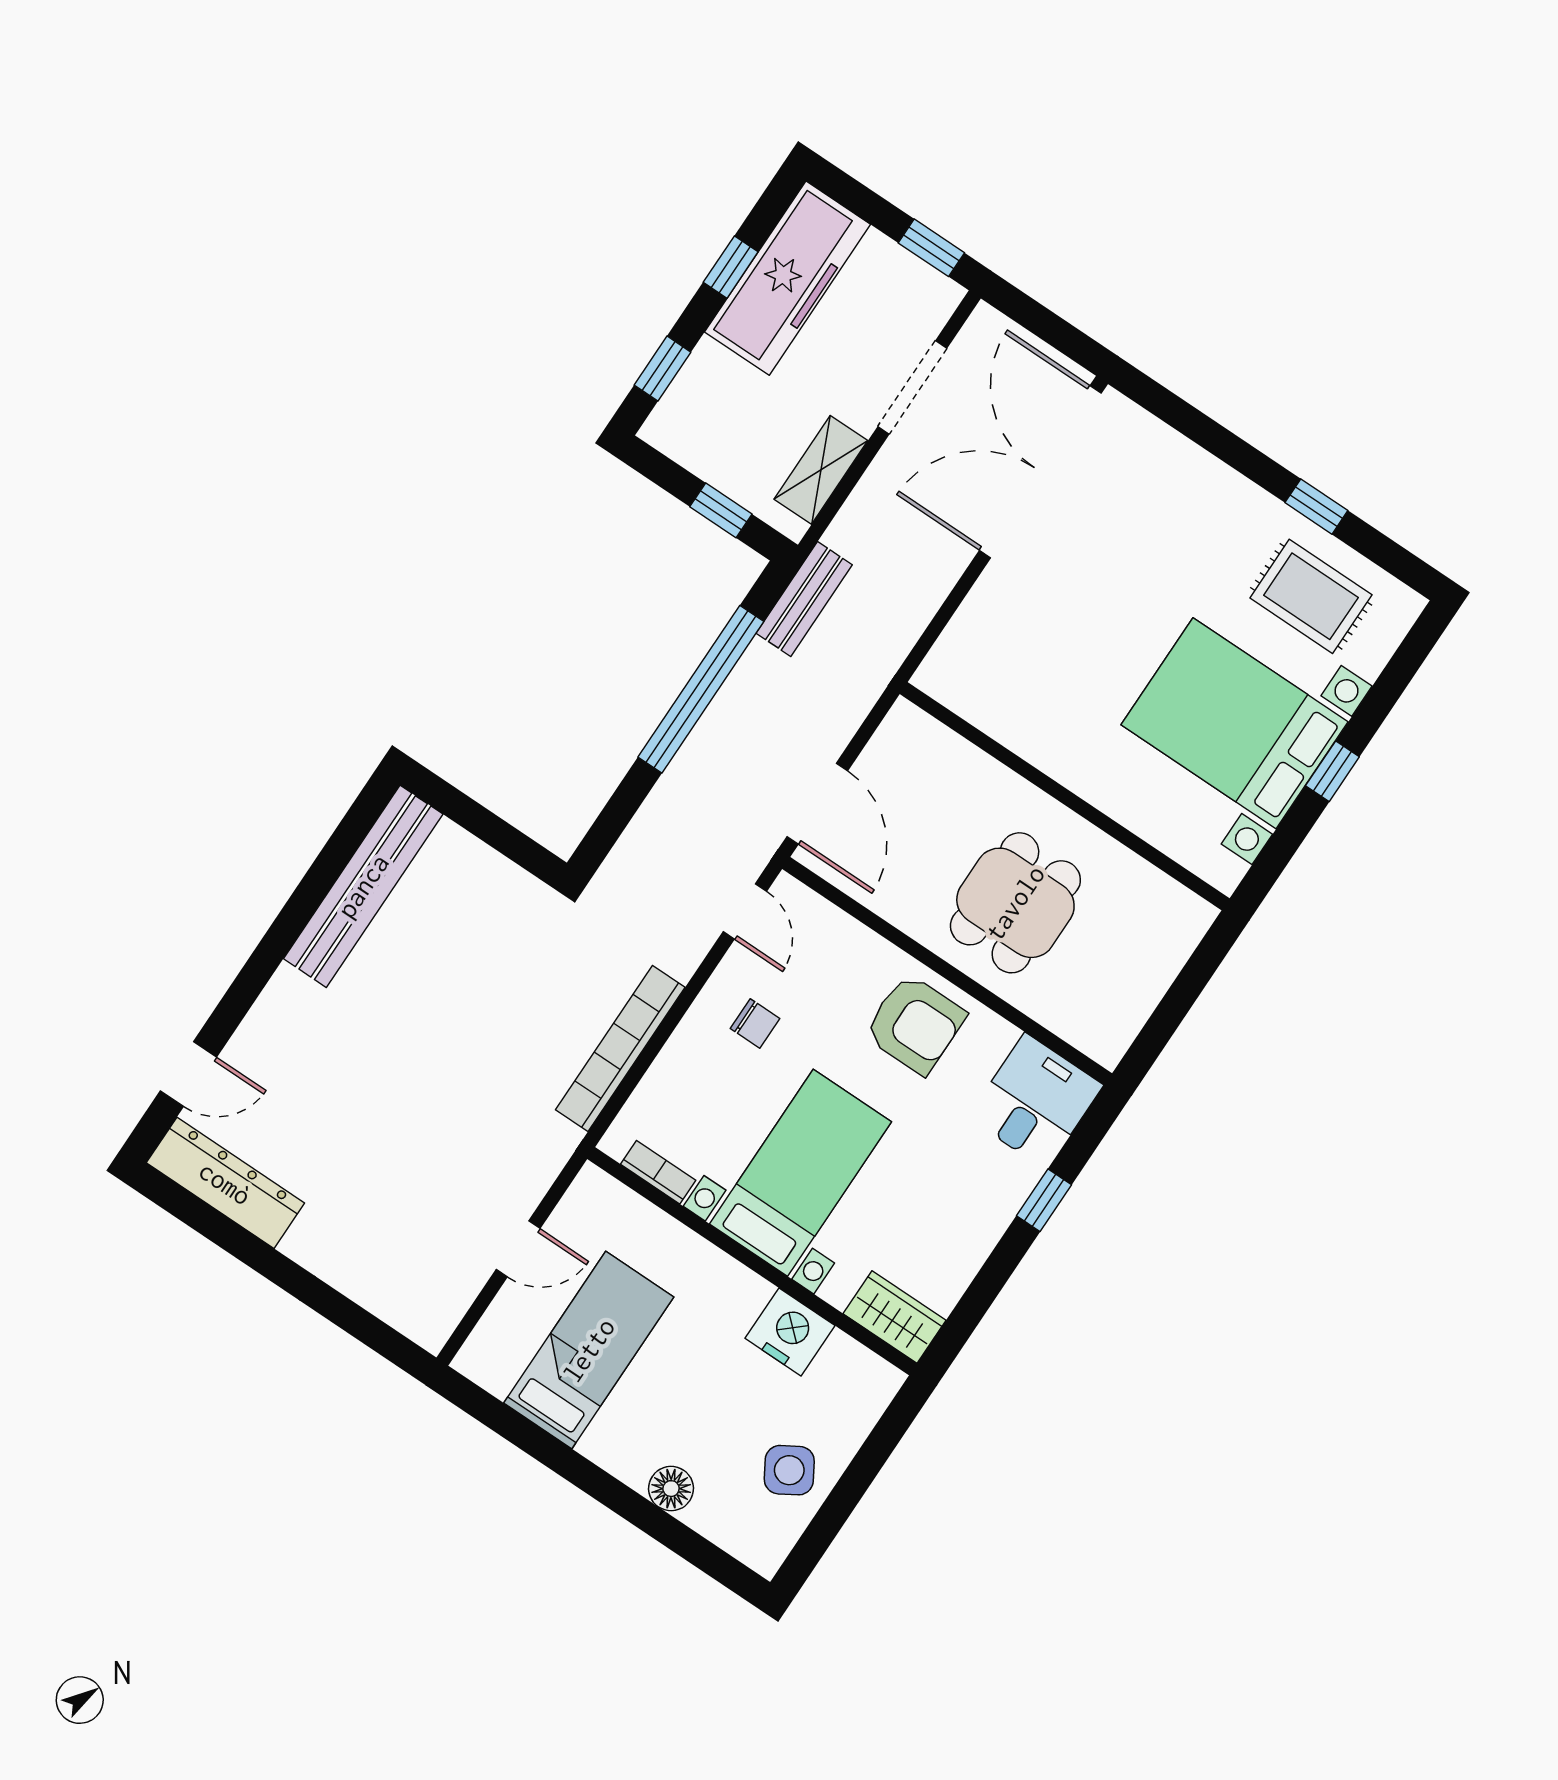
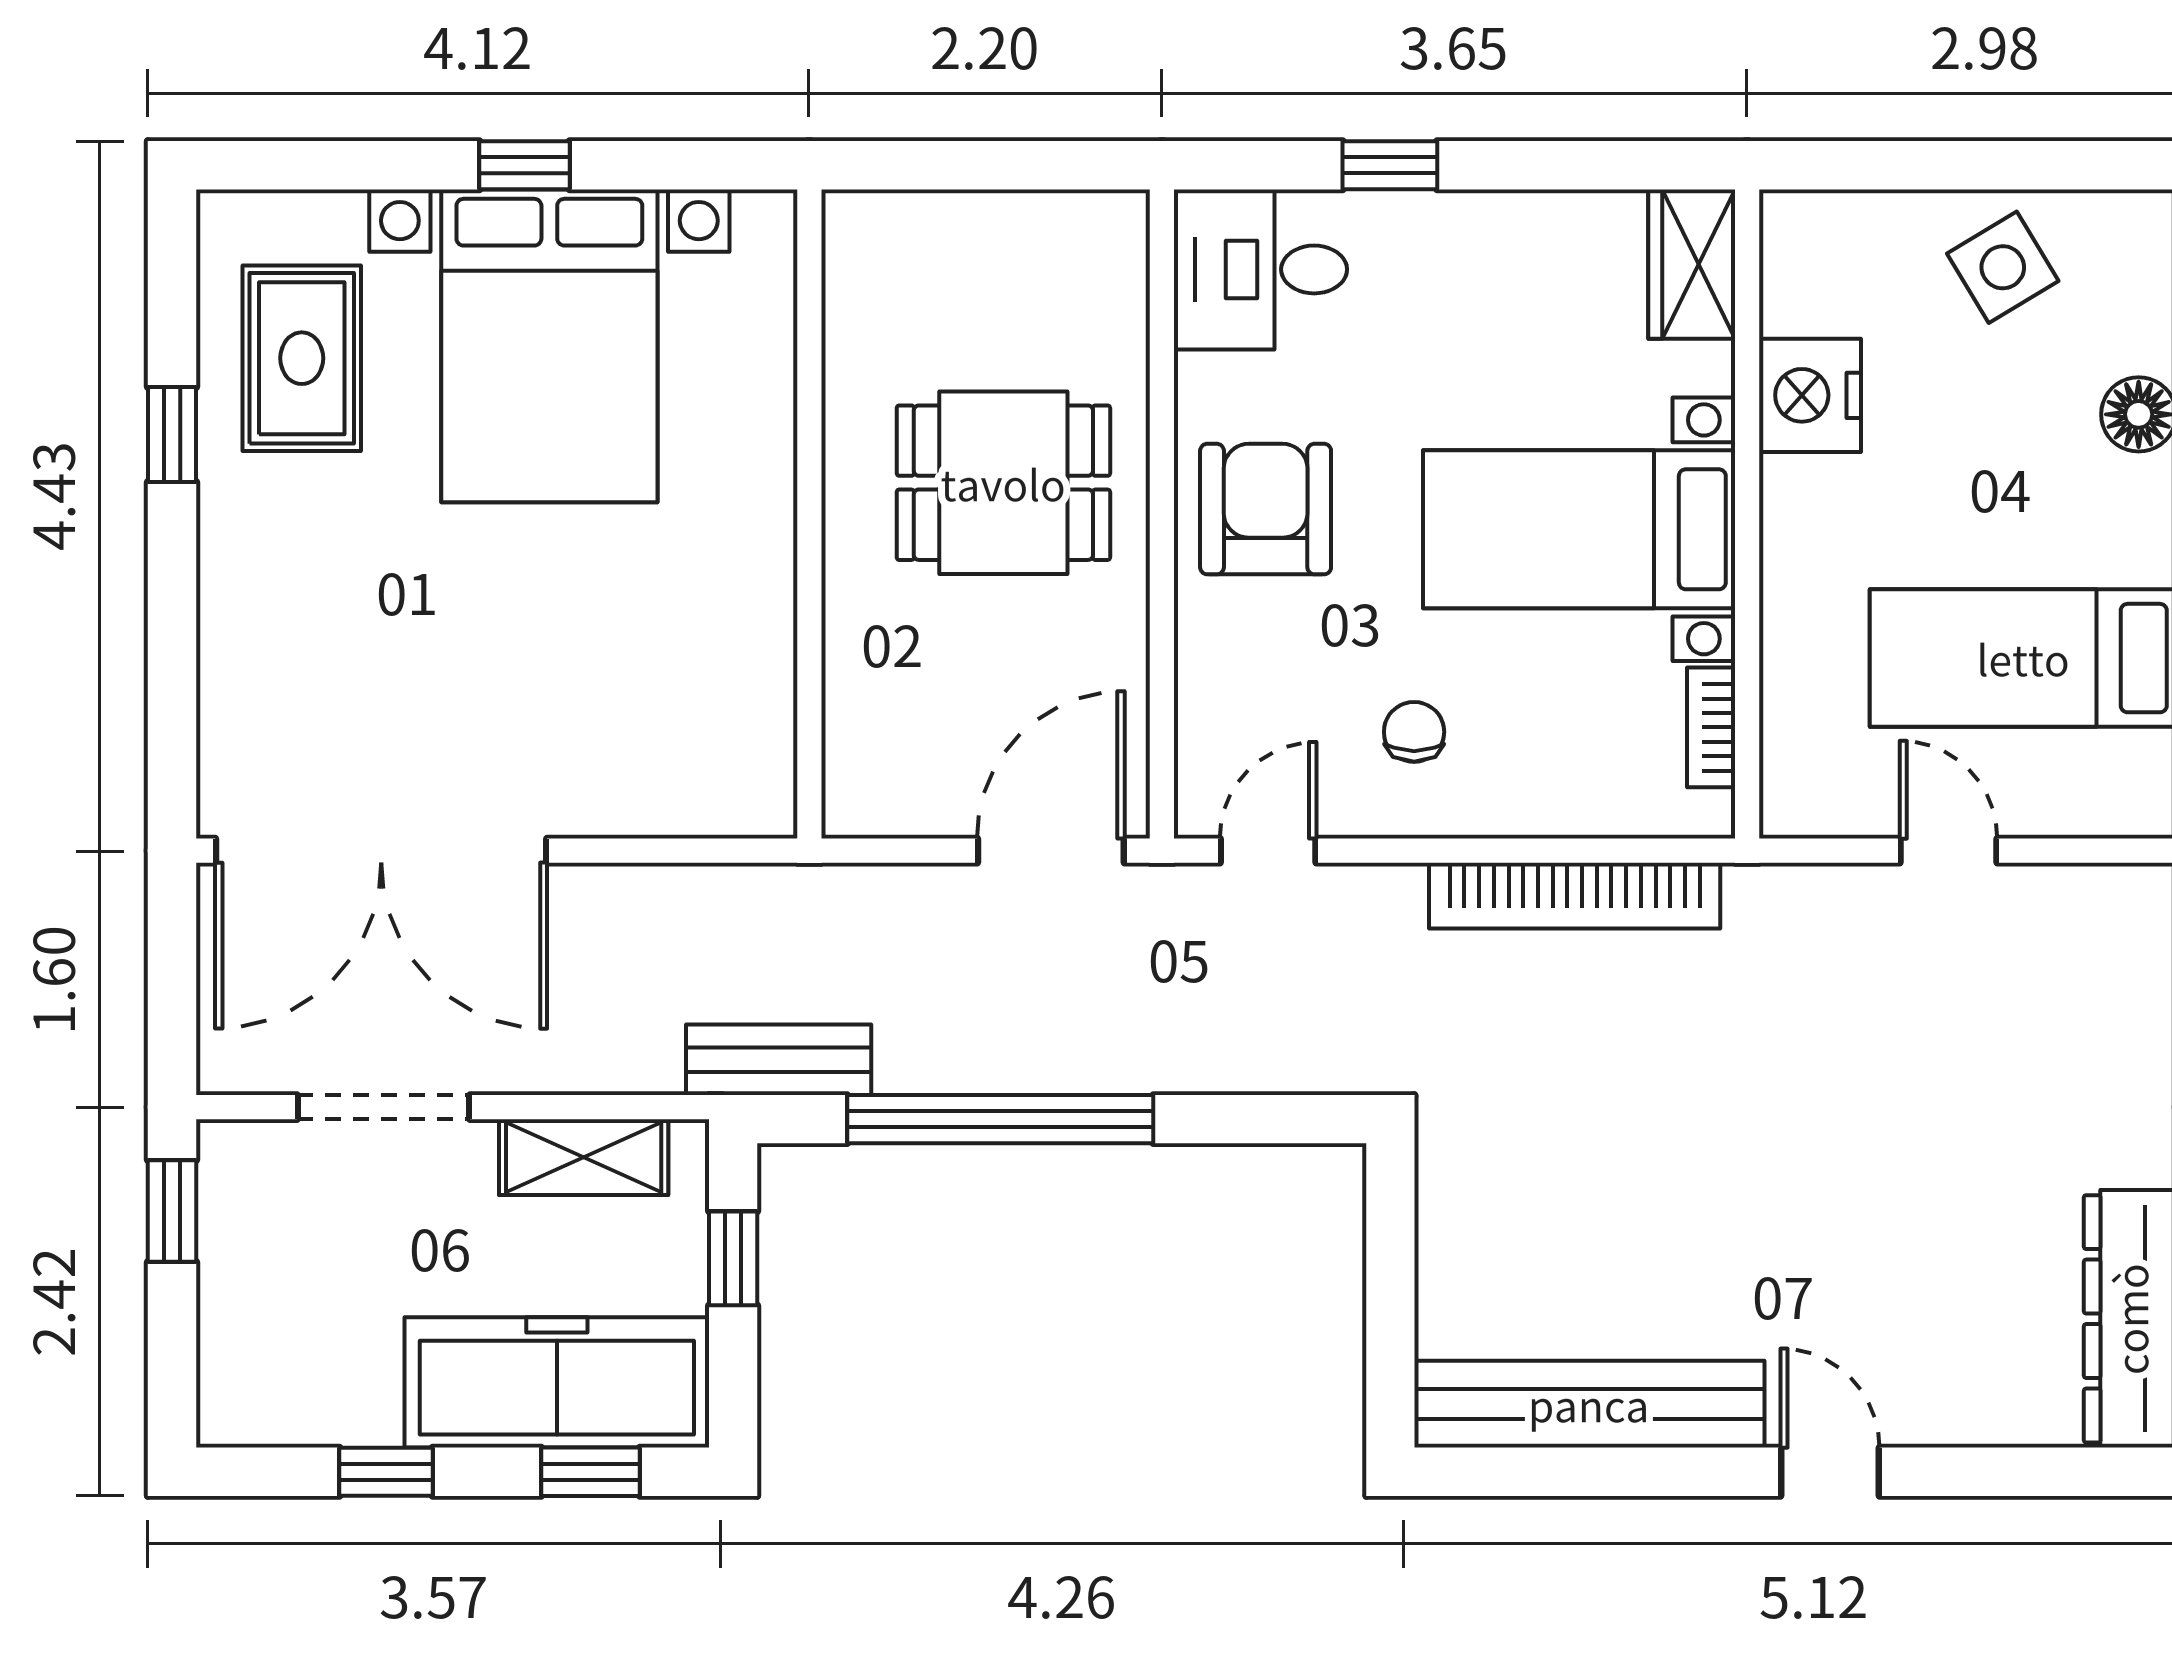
freezer: (788, 278) -> (557, 1382), moved
door: (188, 1074) -> (1830, 1472), moved

